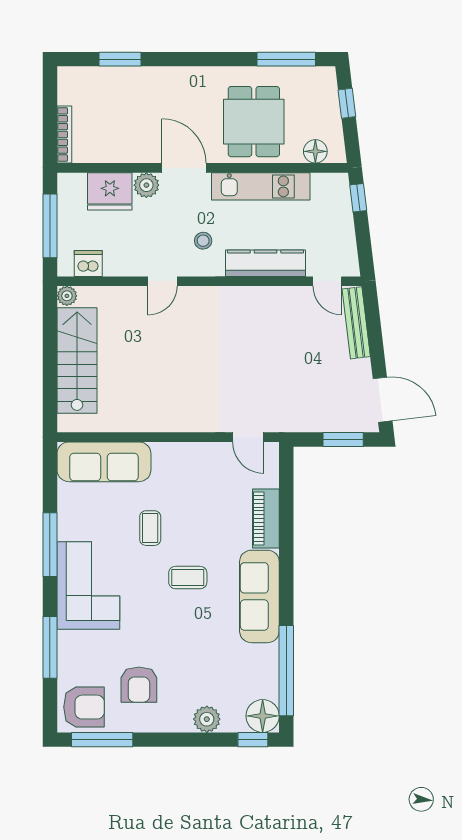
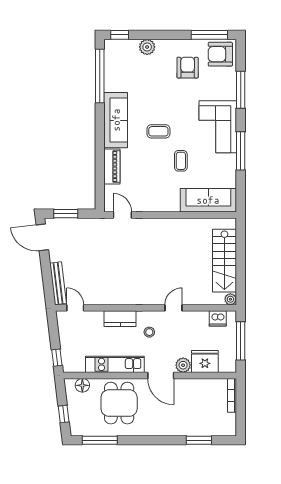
kitchen counter: (266, 263) -> (120, 319), width x0.67
floor lamp: (263, 716) -> (114, 49), removed

